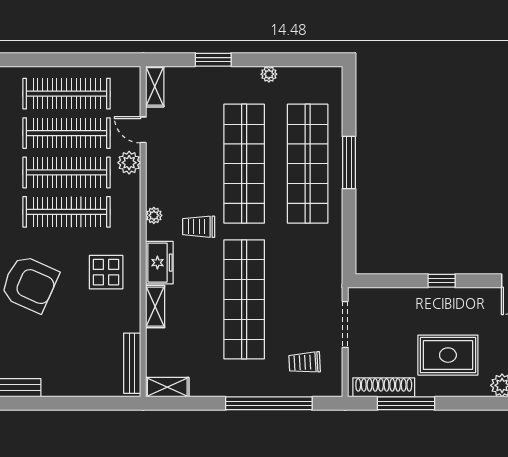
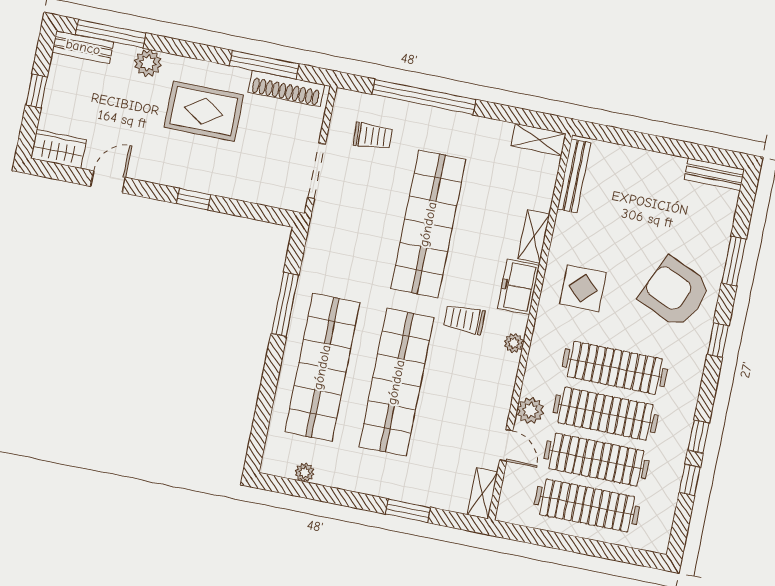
plant: (269, 74) -> (305, 472), moved
window: (349, 163) -> (285, 304), moved
trolley: (199, 227) -> (464, 319), turned 180

